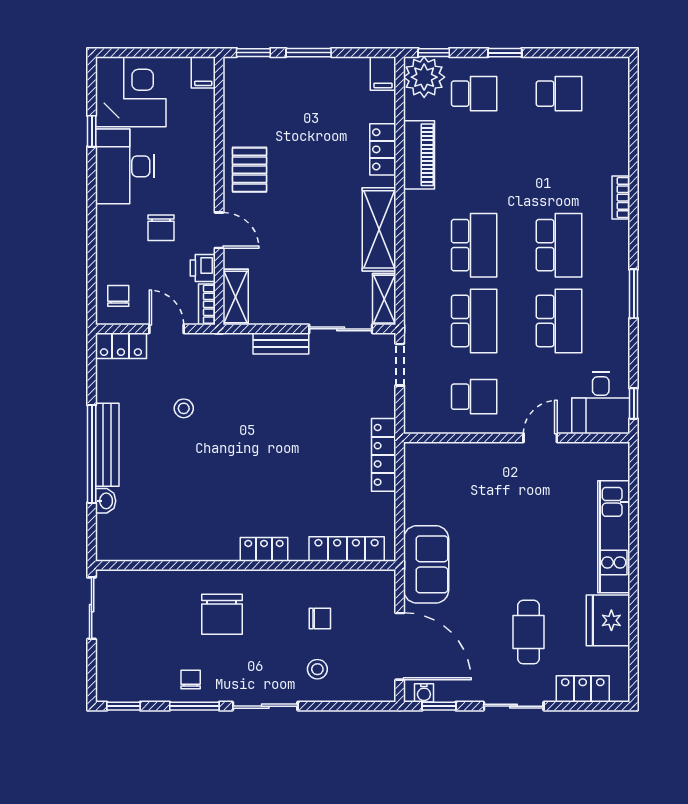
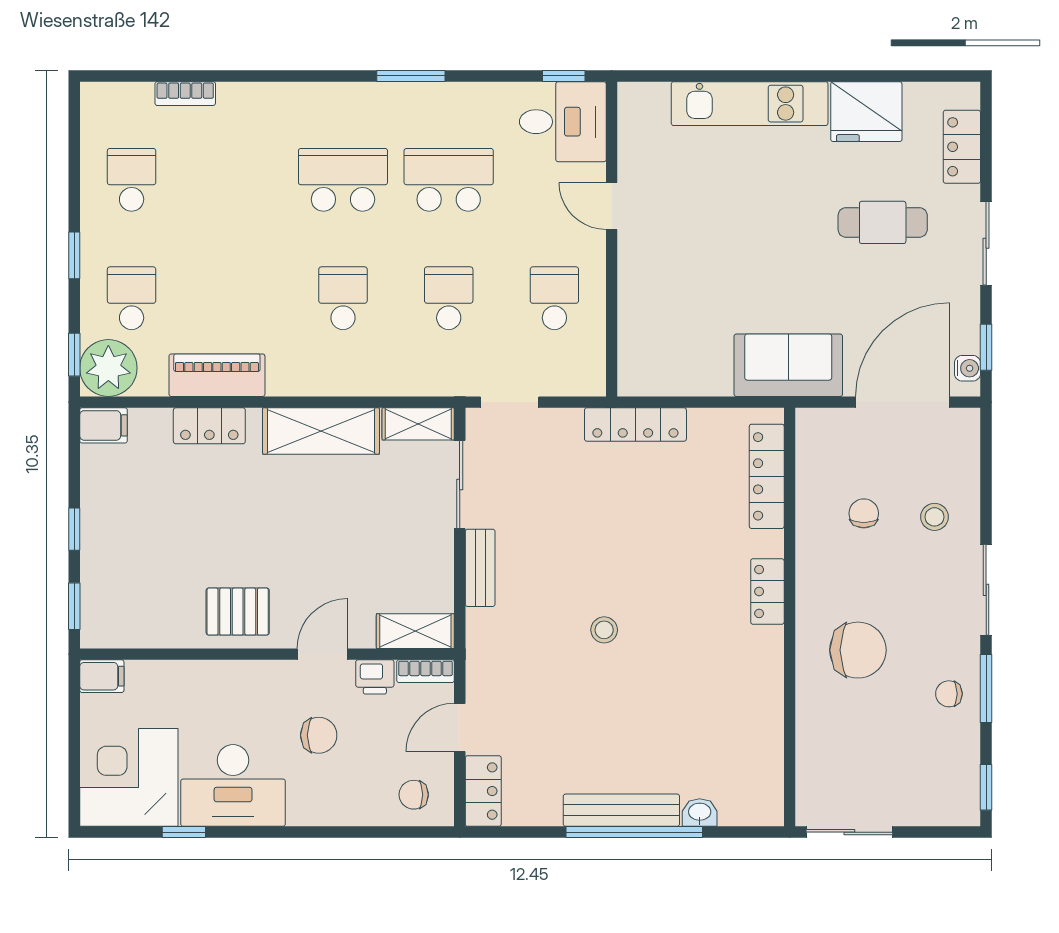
window: (309, 53) -> (74, 529), width x0.67
bookcase: (621, 198) -> (185, 94), moved
school desk: (474, 245) -> (343, 298), width x0.54
school desk: (474, 321) -> (449, 298), width x0.54
stool: (184, 408) -> (604, 630), moved

